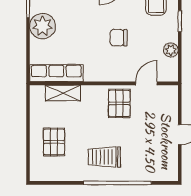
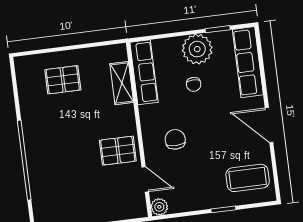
chair: (72, 33) -> (194, 84), added
chair: (119, 38) -> (175, 139), moved
plant: (171, 50) -> (159, 207), moved
trolley: (104, 157) -> (53, 141), removed

